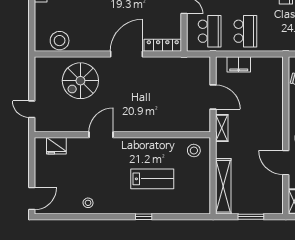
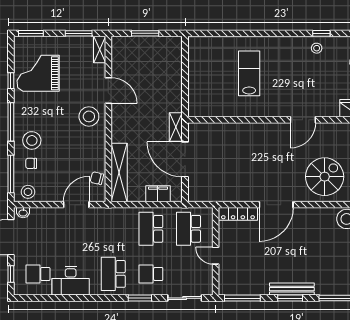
door: (213, 97) -> (185, 159), width x1.36
stool: (194, 150) -> (205, 103), removed
lab bench: (152, 179) -> (249, 73), turned 90
shelving: (223, 186) -> (119, 173), moved
window: (144, 217) -> (321, 33), moved

